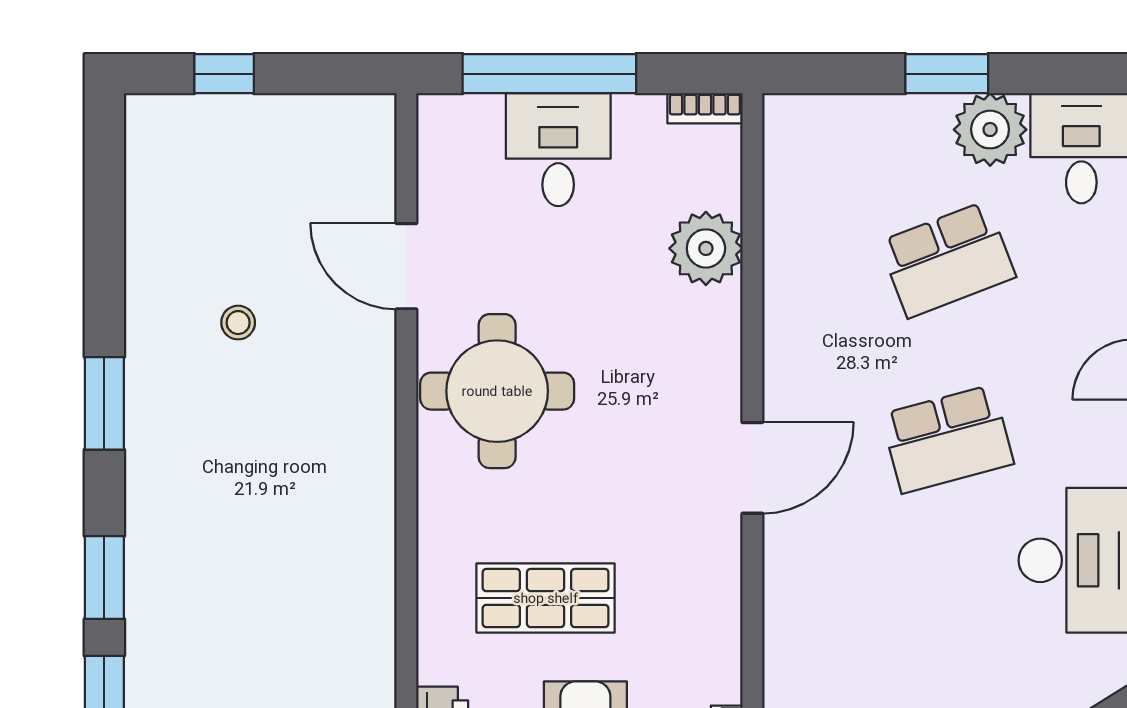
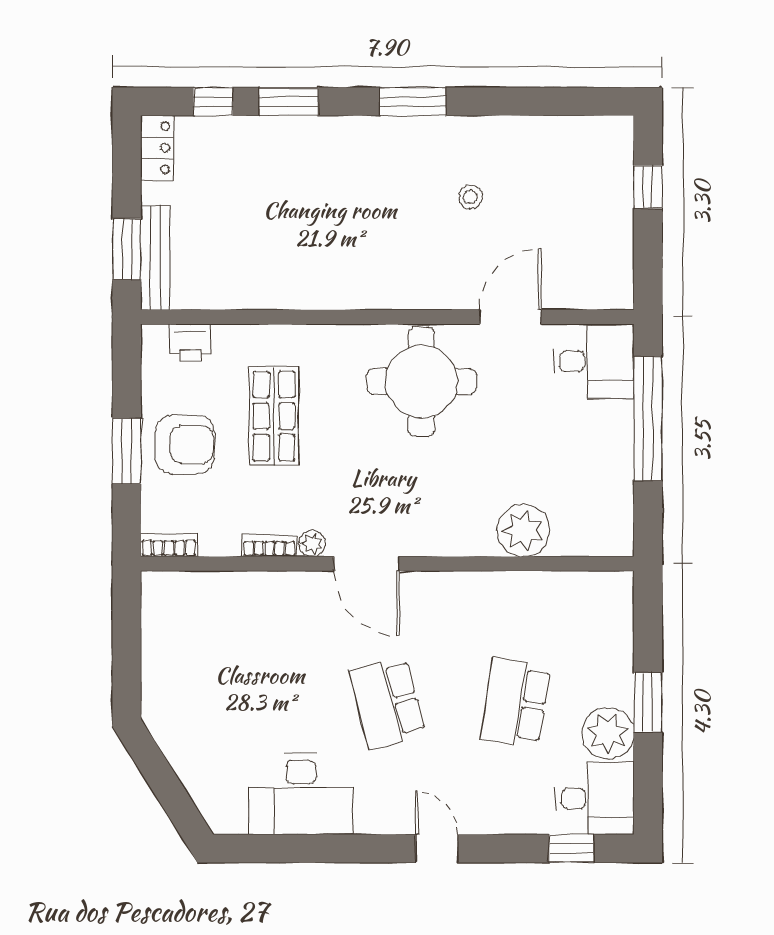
bookcase: (705, 108) -> (269, 546), moved, turned 90
desk: (558, 150) -> (594, 361), moved
school desk: (947, 260) -> (515, 703), turned 30
plant: (724, 544) -> (312, 544), added

